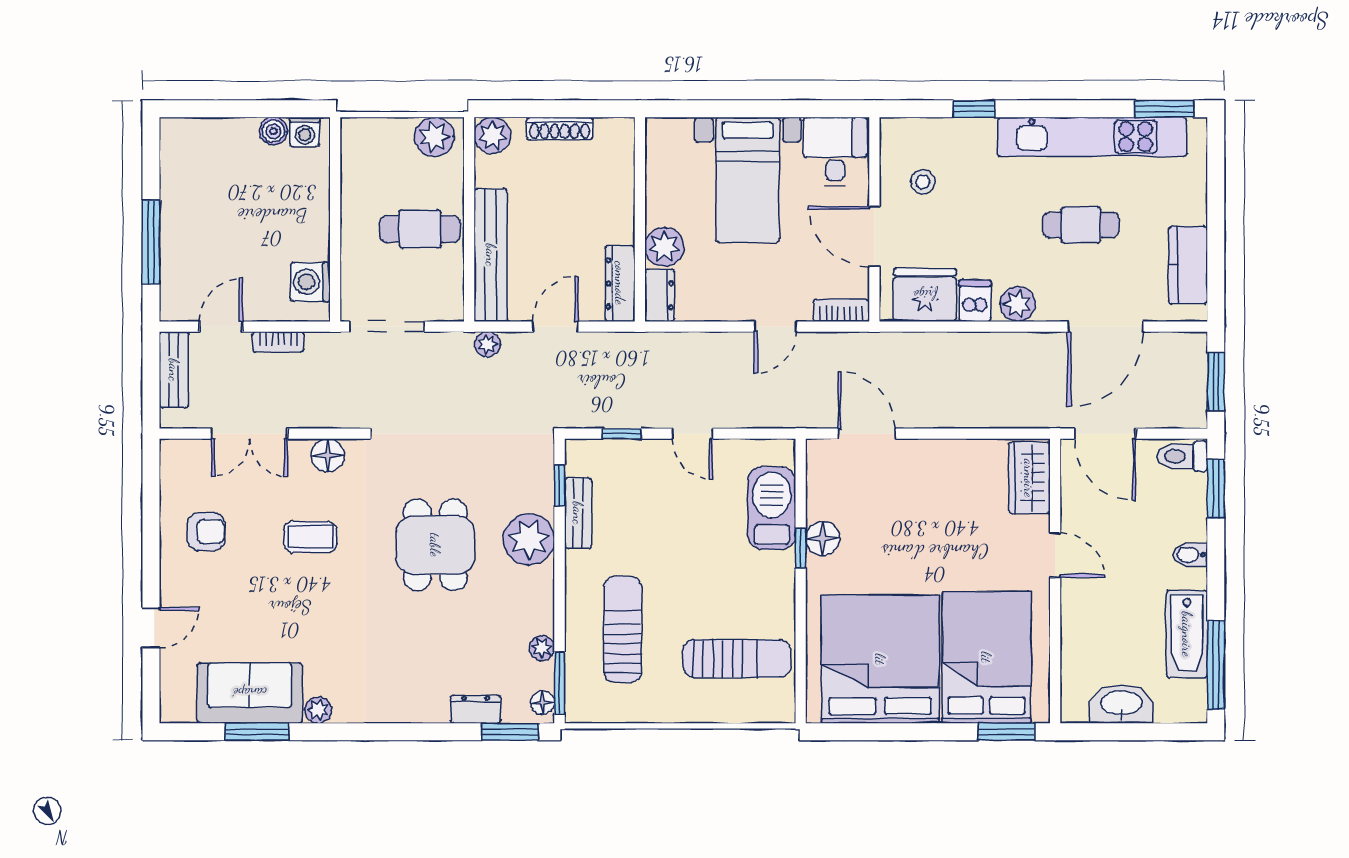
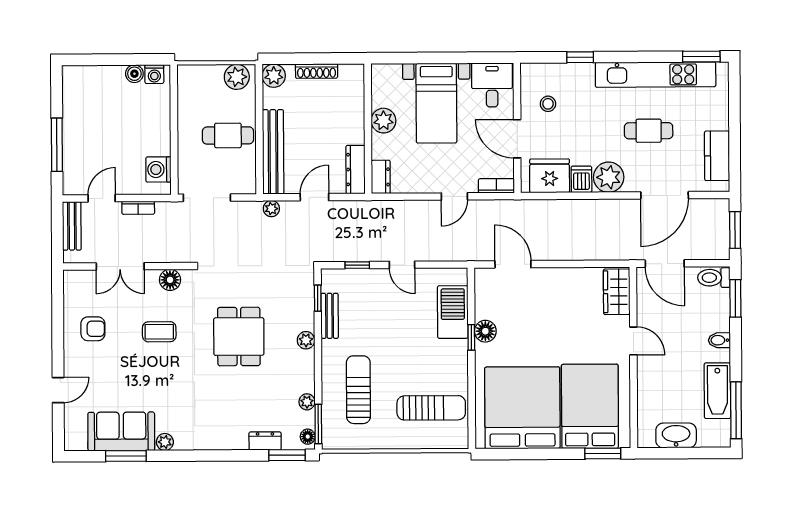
plant: (664, 247) -> (383, 121), moved
plant: (1018, 304) -> (609, 177), width x1.36, depth x1.36
plant: (529, 539) -> (306, 340), width x0.53, depth x0.53

